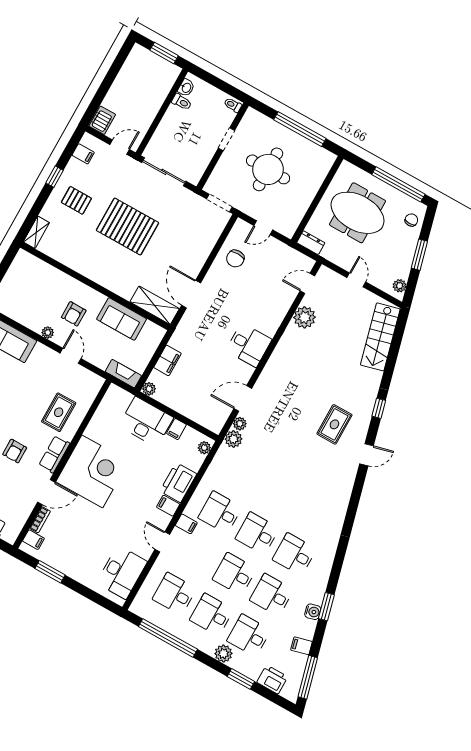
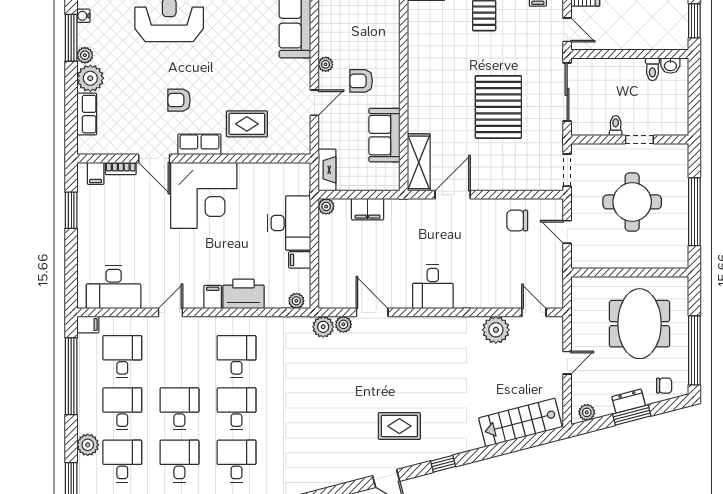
toilet: (233, 105) -> (616, 126), moved
pallet: (128, 227) -> (498, 107), moved
dresser: (311, 243) -> (629, 401), moved, turned -104
filing cabinet: (186, 524) -> (88, 325), moved, turned -90

